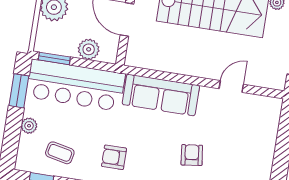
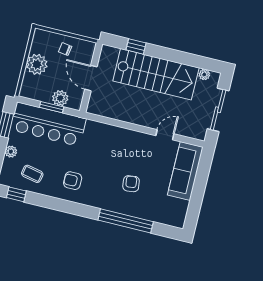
window: (54, 58) -> (52, 107), moved
sofa: (161, 95) -> (185, 171), moved, turned 90

